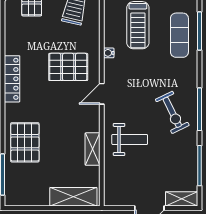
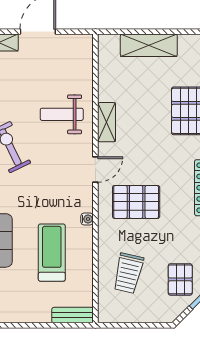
shelving: (93, 149) -> (107, 122), moved
shelving: (73, 197) -> (149, 45), moved

